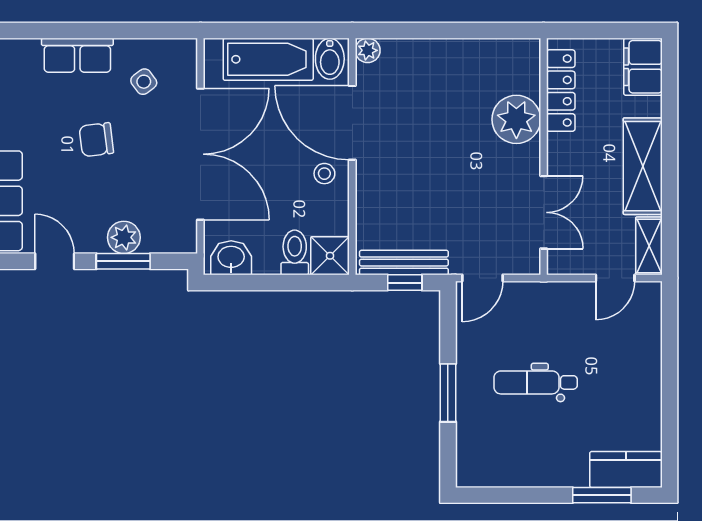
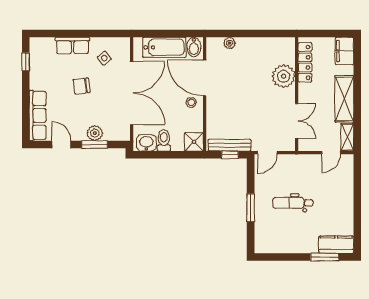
plant: (368, 50) -> (230, 43), moved
toilet: (295, 252) -> (164, 140), moved

